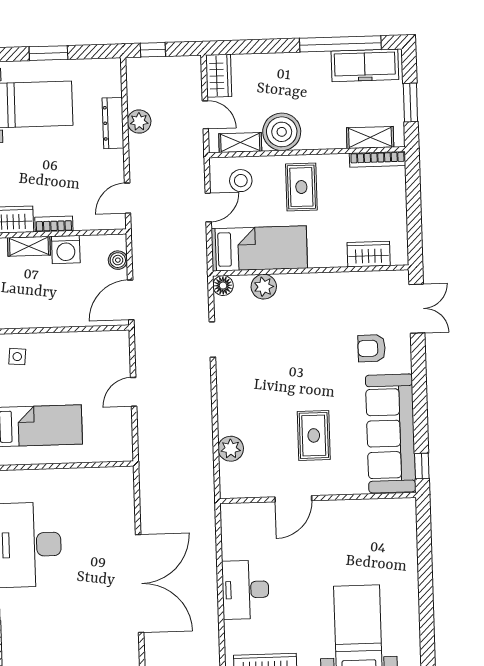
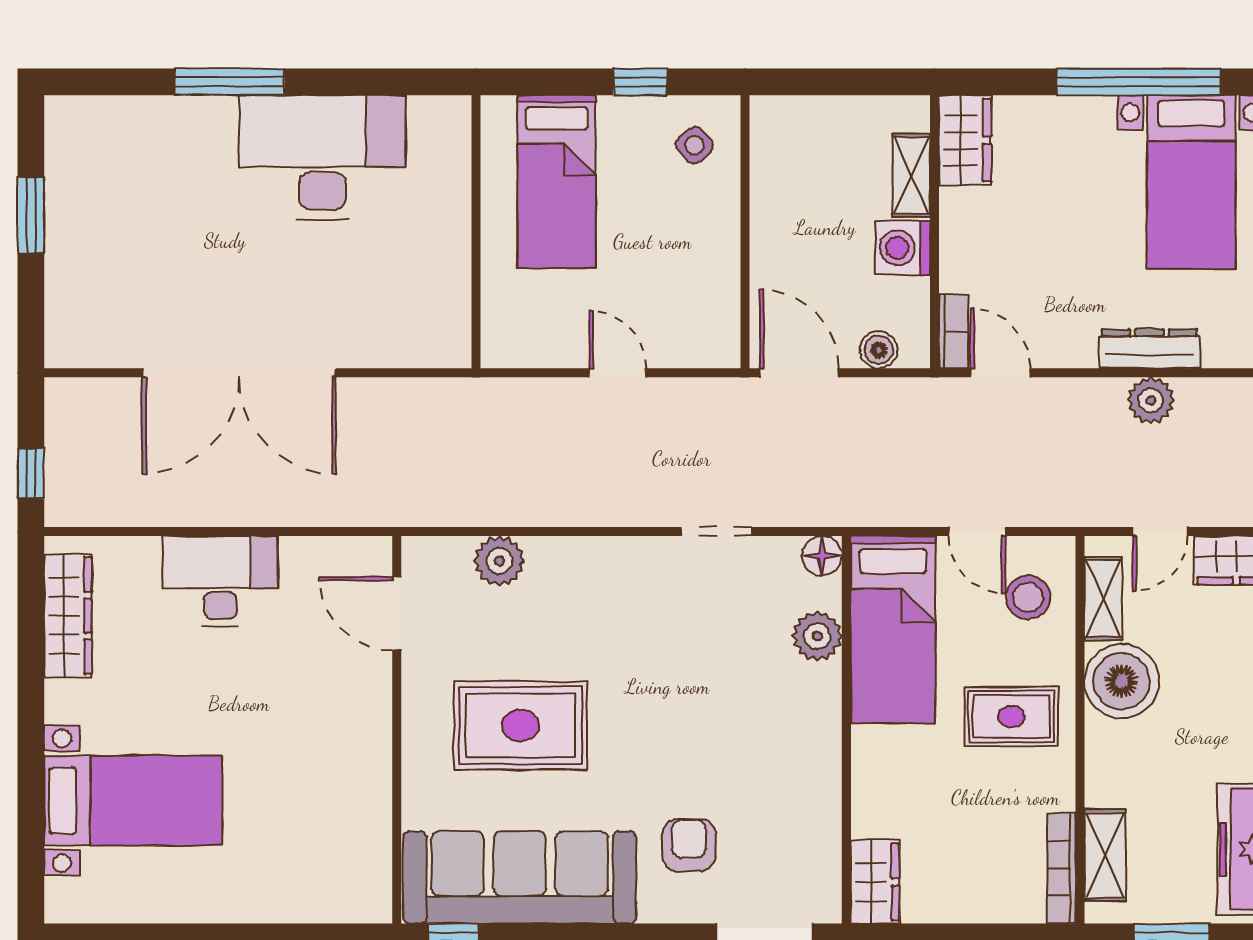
bookcase: (54, 224) -> (954, 331), moved
wardrobe: (369, 254) -> (875, 882), moved
side table: (17, 357) -> (694, 145), turned 45
rug: (314, 435) -> (520, 726), width x1.36, depth x1.43
door: (293, 499) -> (397, 614), moved

